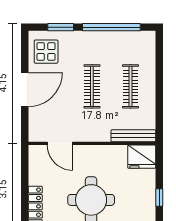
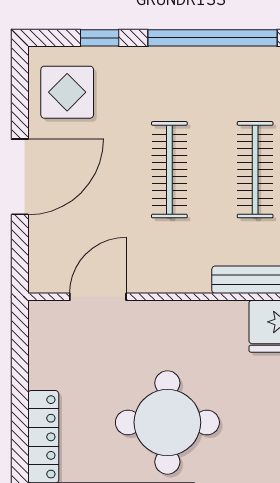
window: (61, 27) -> (100, 38), width x0.67
door: (60, 143) -> (98, 297), swing flipped

